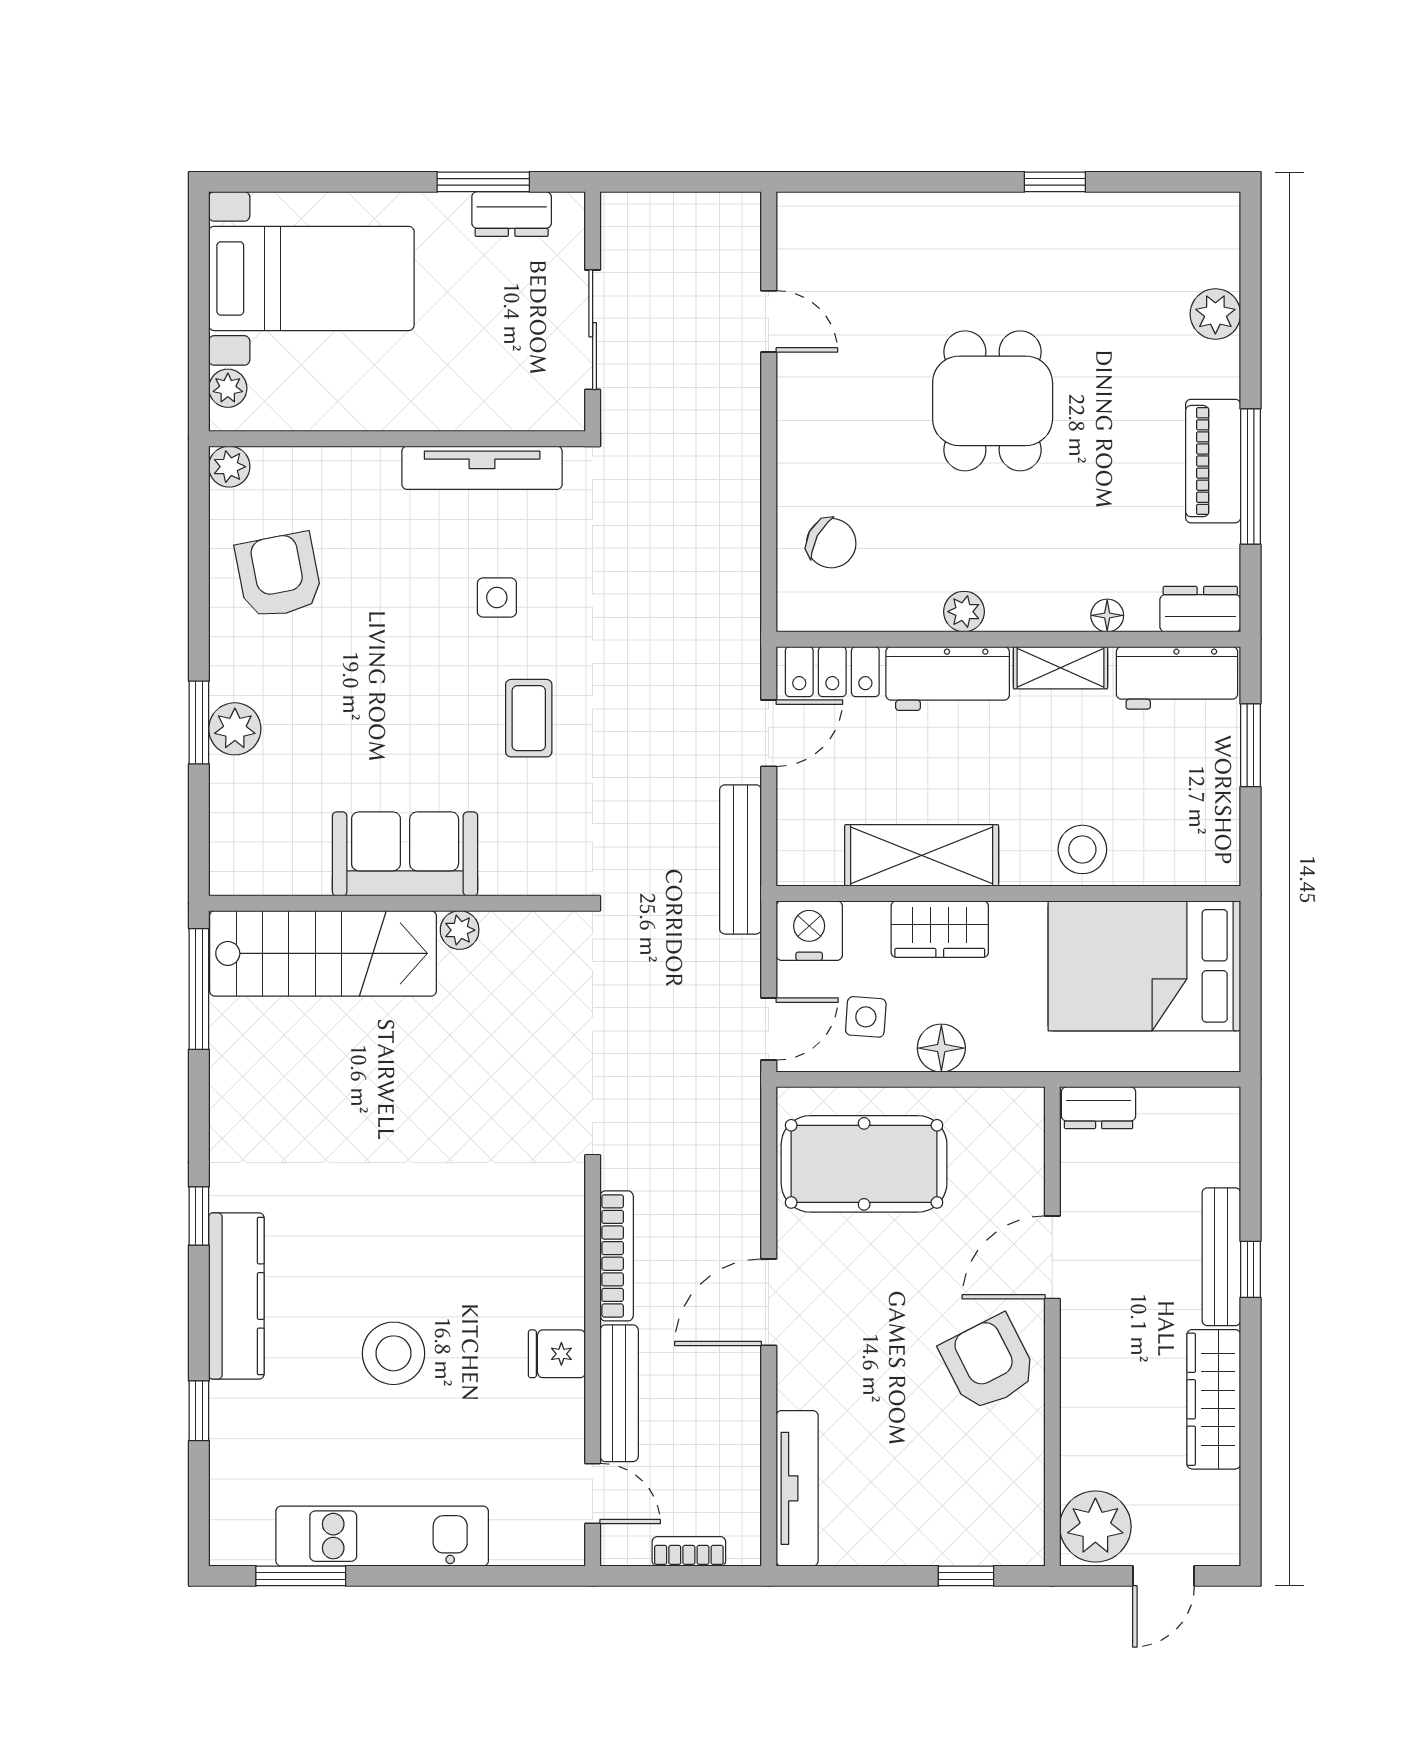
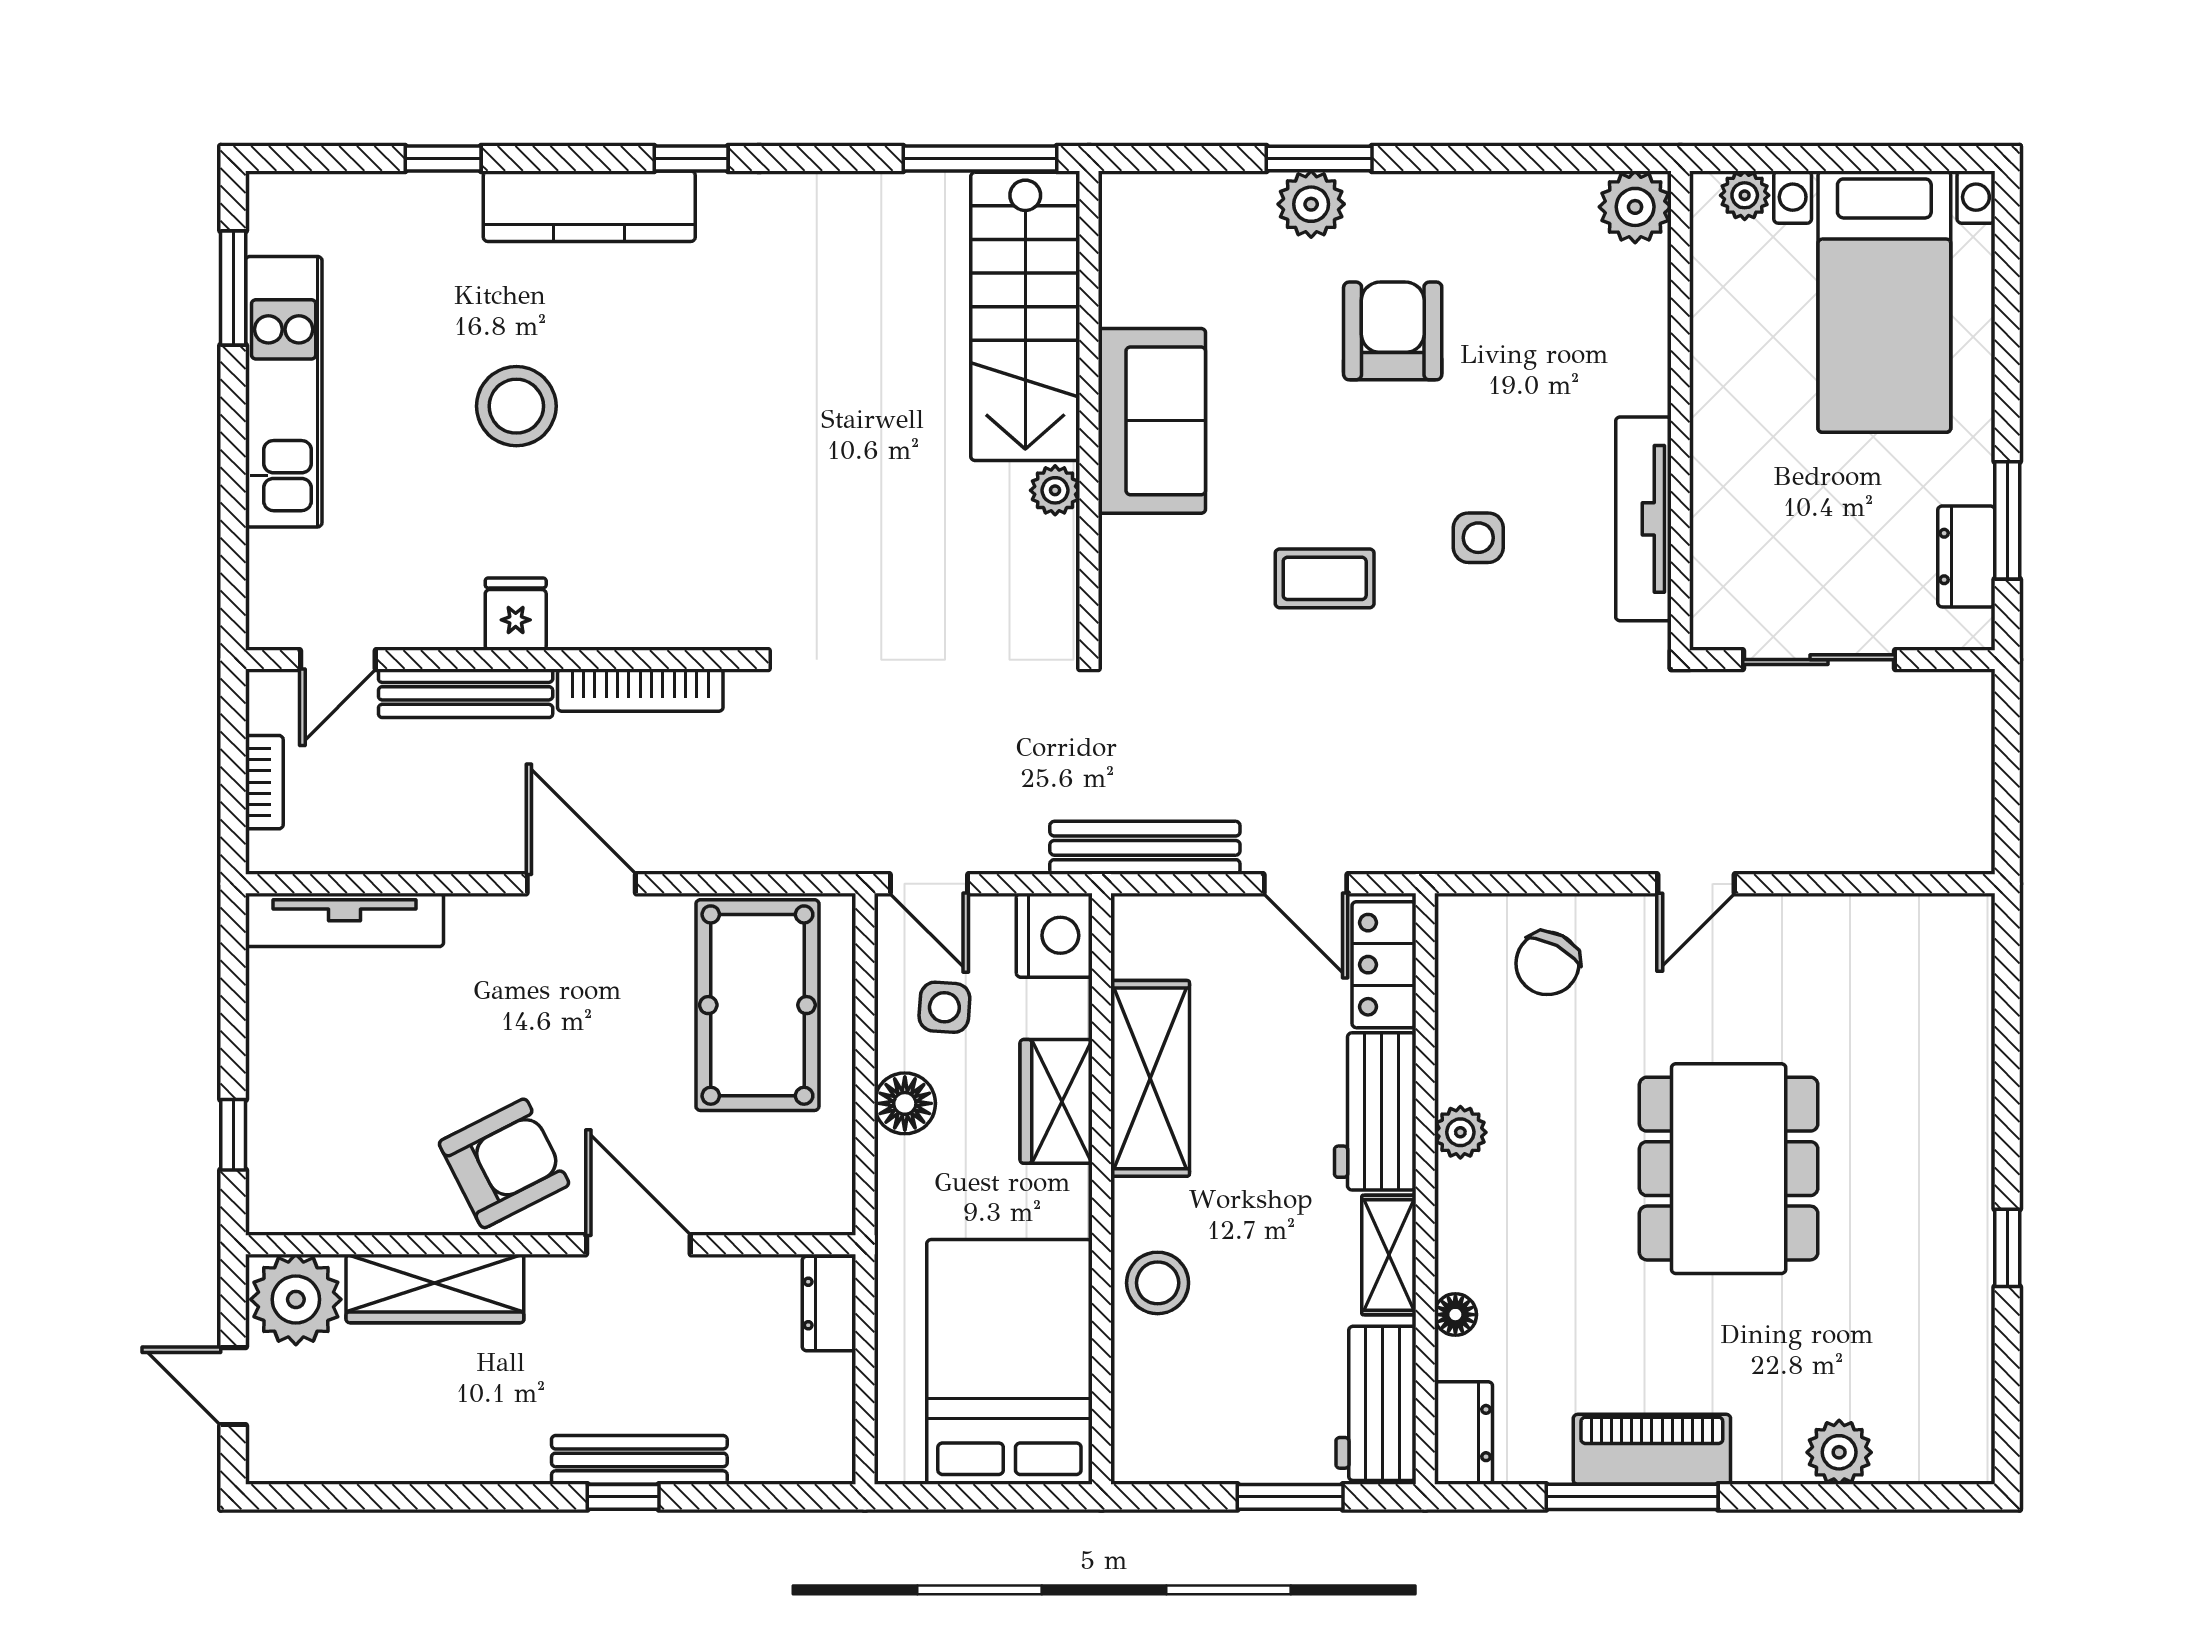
door: (769, 321) -> (1696, 884), moved
dining table: (993, 401) -> (1729, 1169), width x1.38
plant: (229, 467) -> (1635, 207), width x1.38, depth x1.38
armchair: (279, 575) -> (1393, 331), moved, turned -79
wardrobe: (1214, 1399) -> (435, 1288), moved, turned 180

